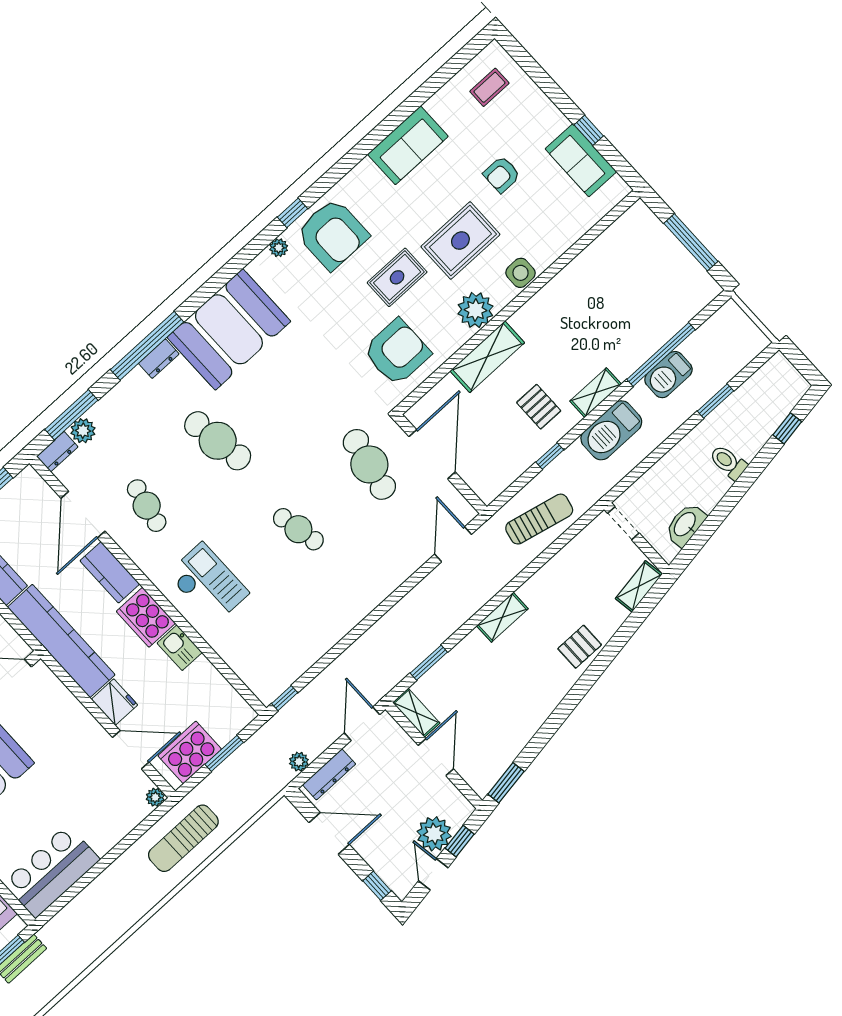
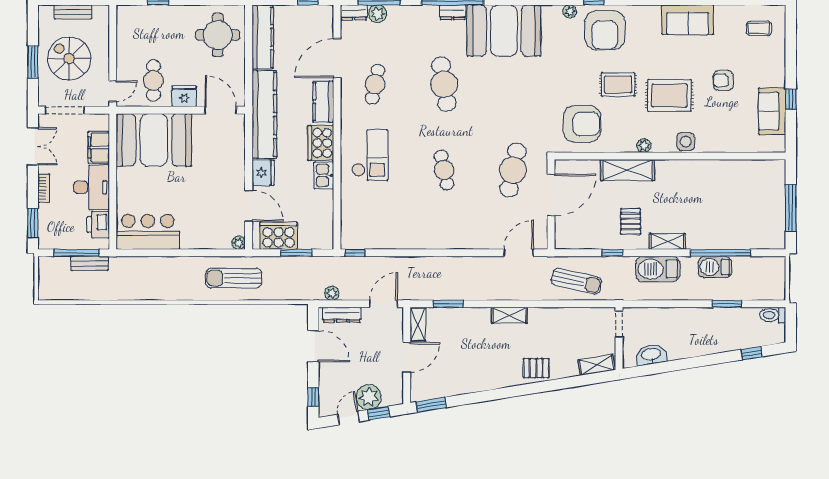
plant: (475, 310) -> (644, 146), width x0.53, depth x0.53
toilet: (728, 462) -> (773, 315), moved, turned -81

